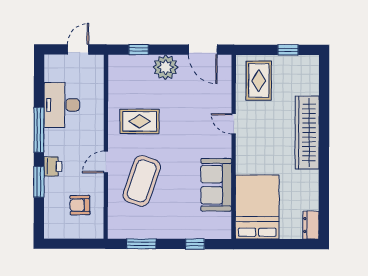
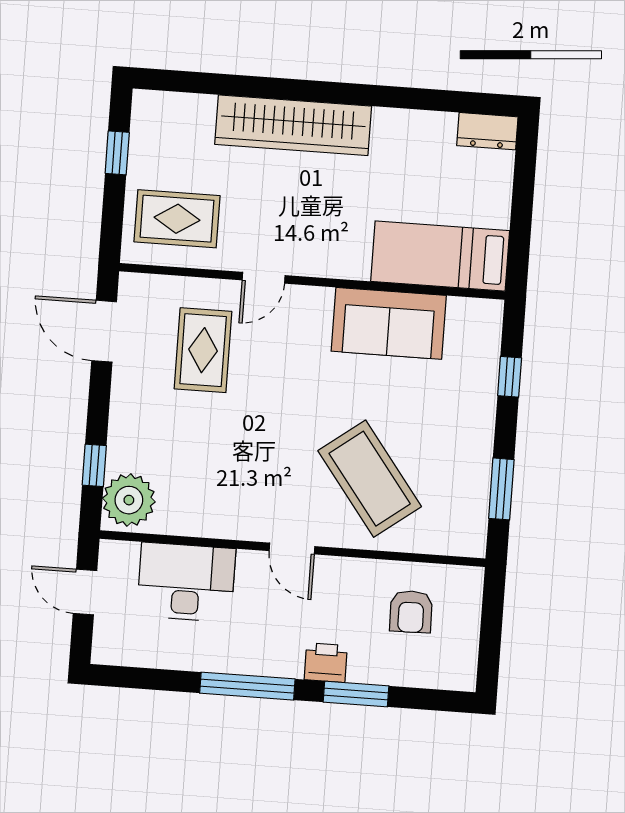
door: (203, 50) -> (104, 331), swing flipped
plant: (165, 67) -> (129, 500), moved
desk: (62, 105) -> (186, 582), moved, turned 180
rug: (140, 121) -> (203, 350), moved
door: (106, 162) -> (292, 549), moved
coffee table: (142, 181) -> (370, 479), turned 34
bed: (257, 207) -> (440, 256), width x0.67

